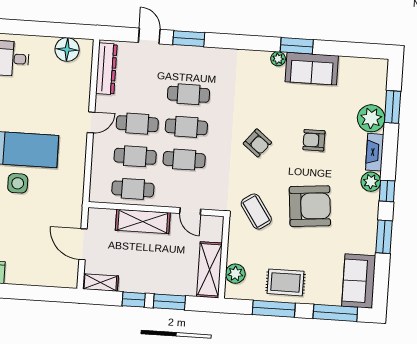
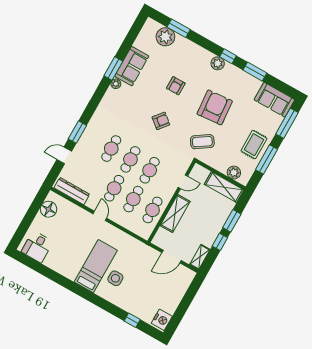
plant: (371, 118) -> (165, 37), moved
fireplace: (375, 152) -> (201, 52), removed

